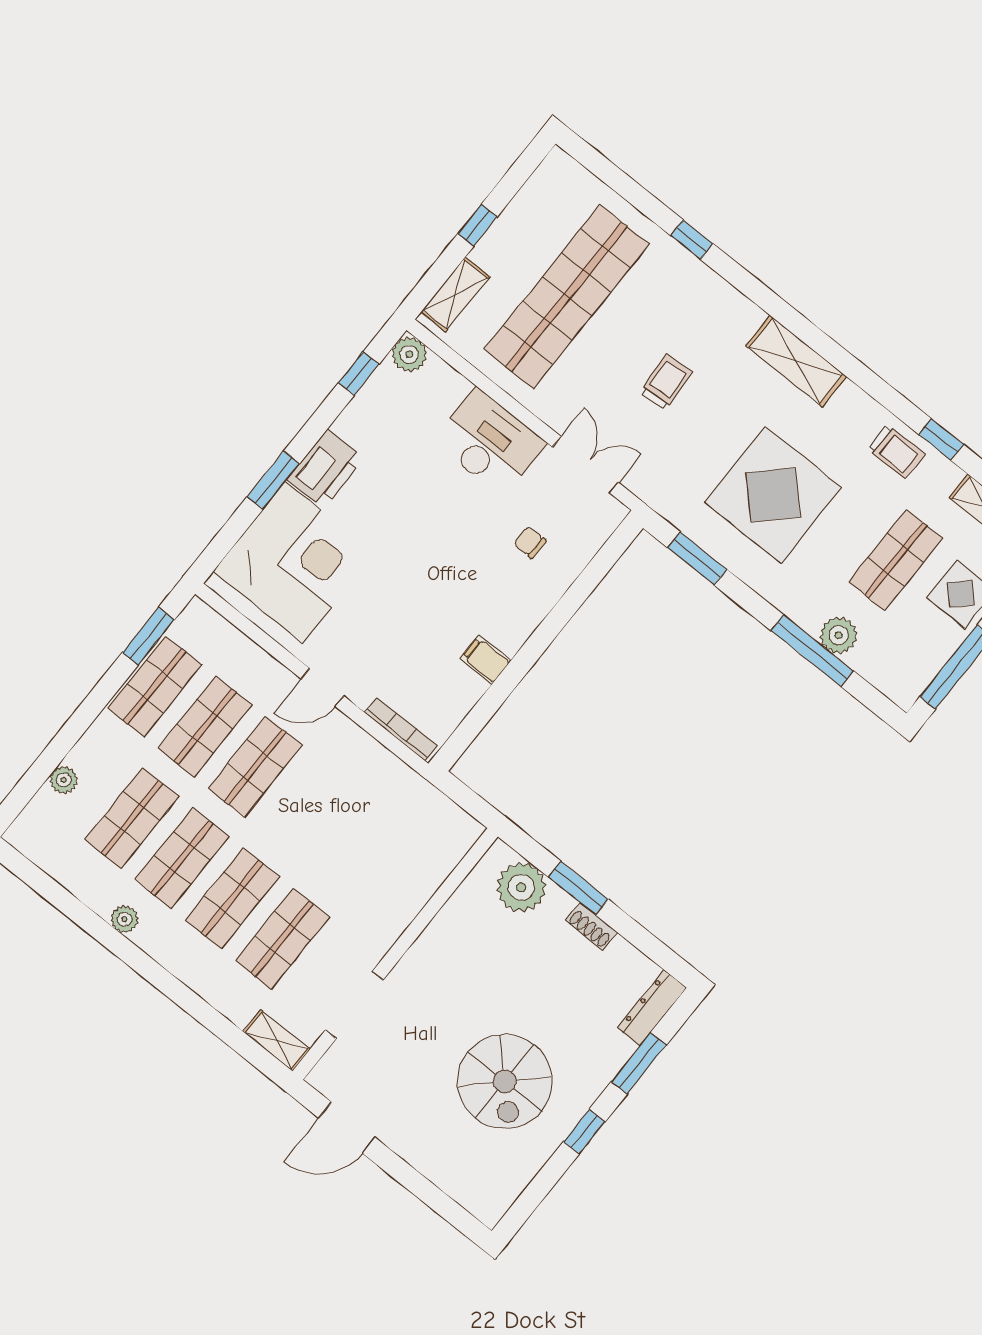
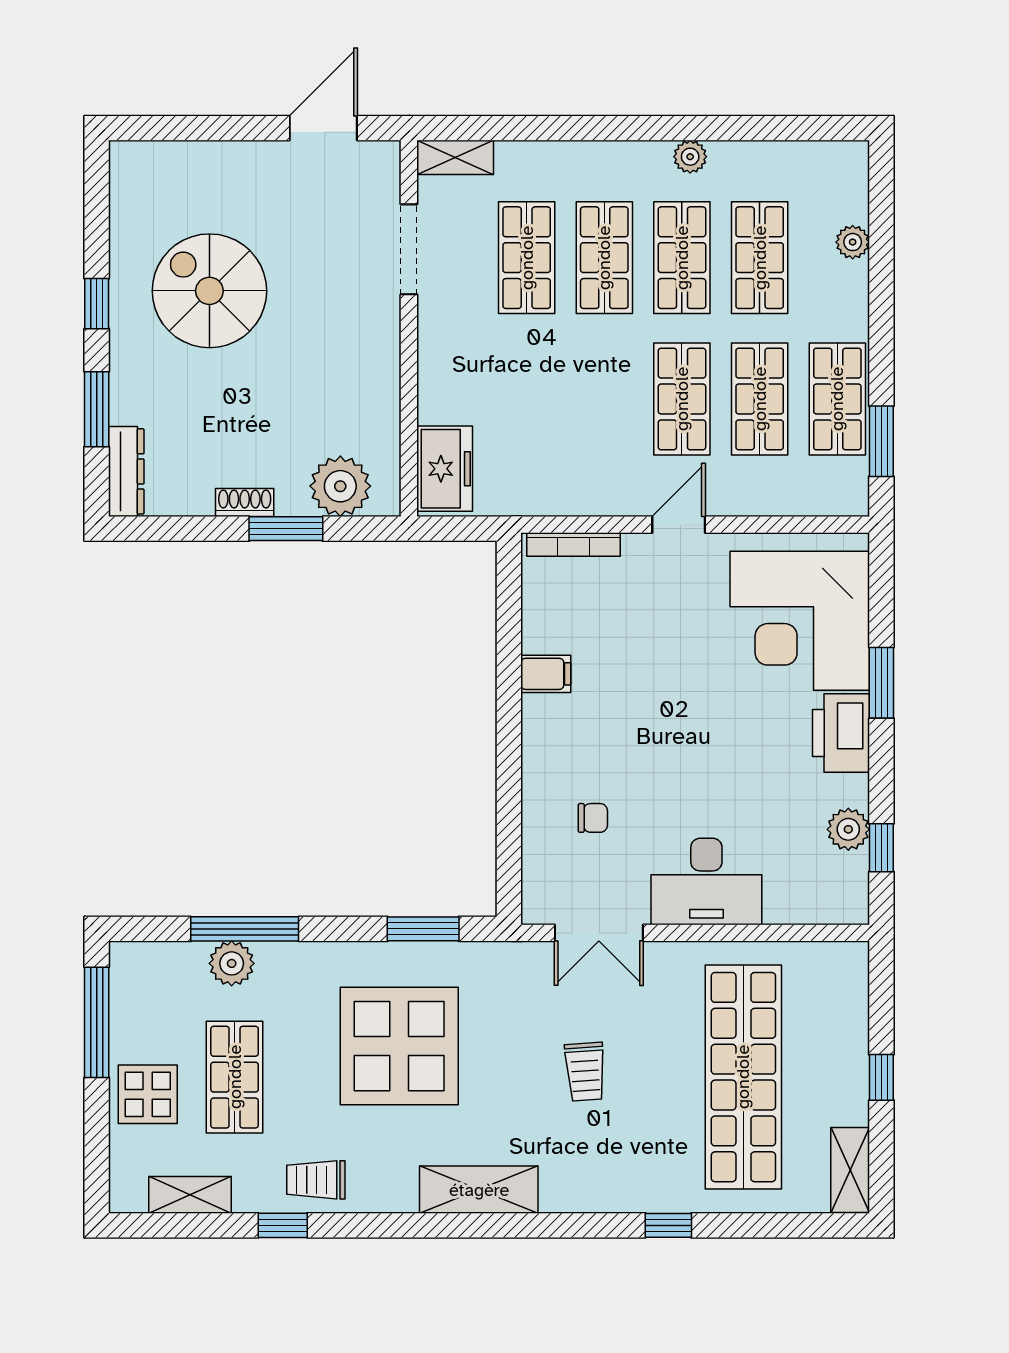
shelving: (455, 294) -> (850, 1170), moved
plant: (409, 354) -> (848, 829), moved
freezer: (445, 845) -> (445, 469), added

